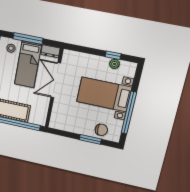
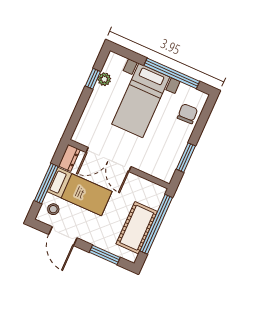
window: (90, 139) -> (186, 158), moved

